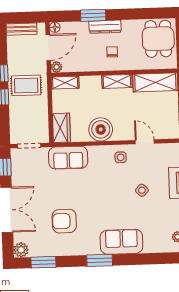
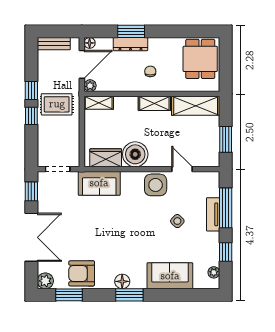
dresser: (105, 27) -> (130, 44), moved
wardrobe: (61, 128) -> (106, 158), moved, turned -90
side table: (121, 157) -> (156, 185), width x1.87, depth x1.87
armchair: (64, 221) -> (82, 273), moved
sofa: (121, 242) -> (170, 276), moved
floor lamp: (93, 248) -> (122, 281), added

